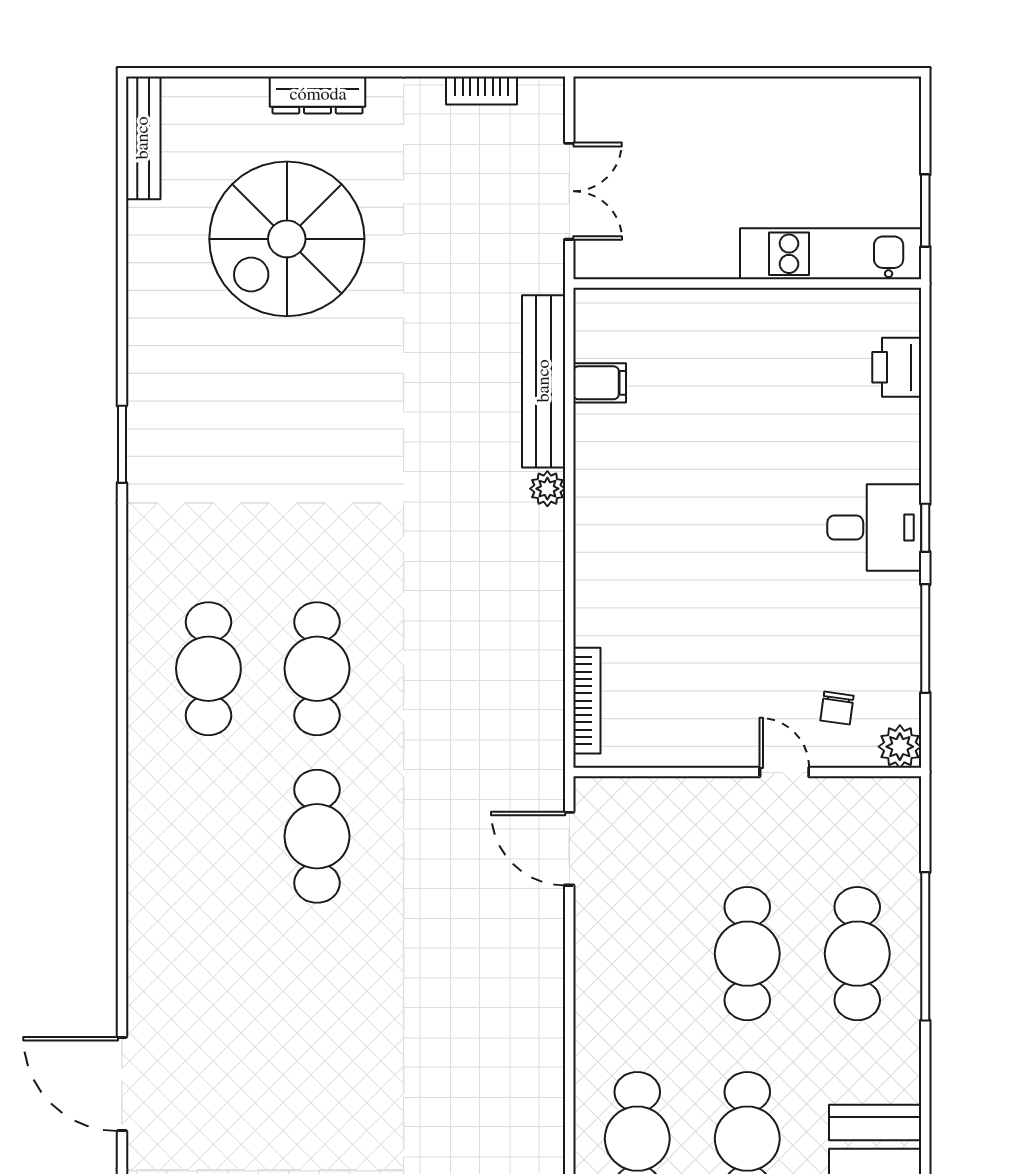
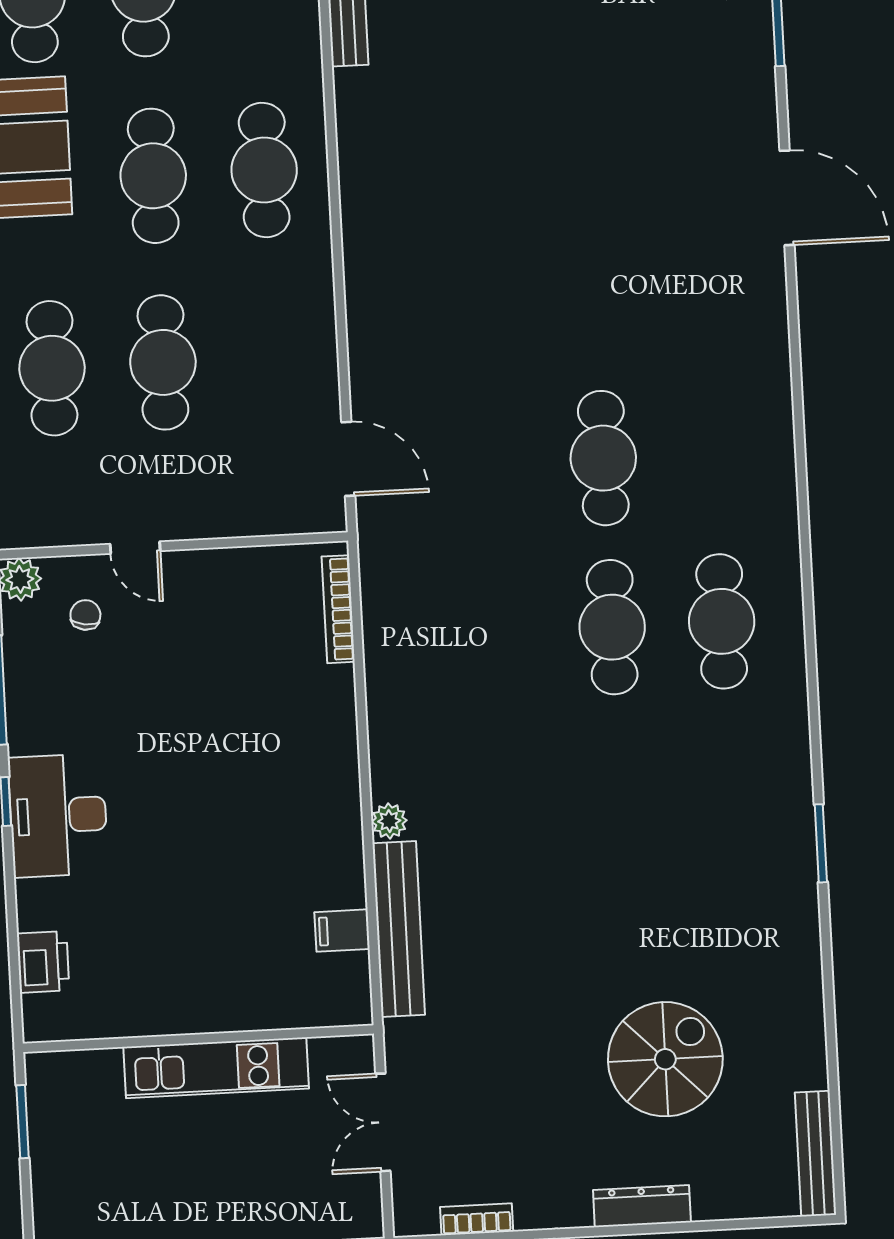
spiral stairs: (287, 239) -> (665, 1059), width x0.73, depth x0.73
kitchen unit: (831, 254) -> (216, 1068), moved
desk: (874, 528) -> (58, 815), width x1.37

